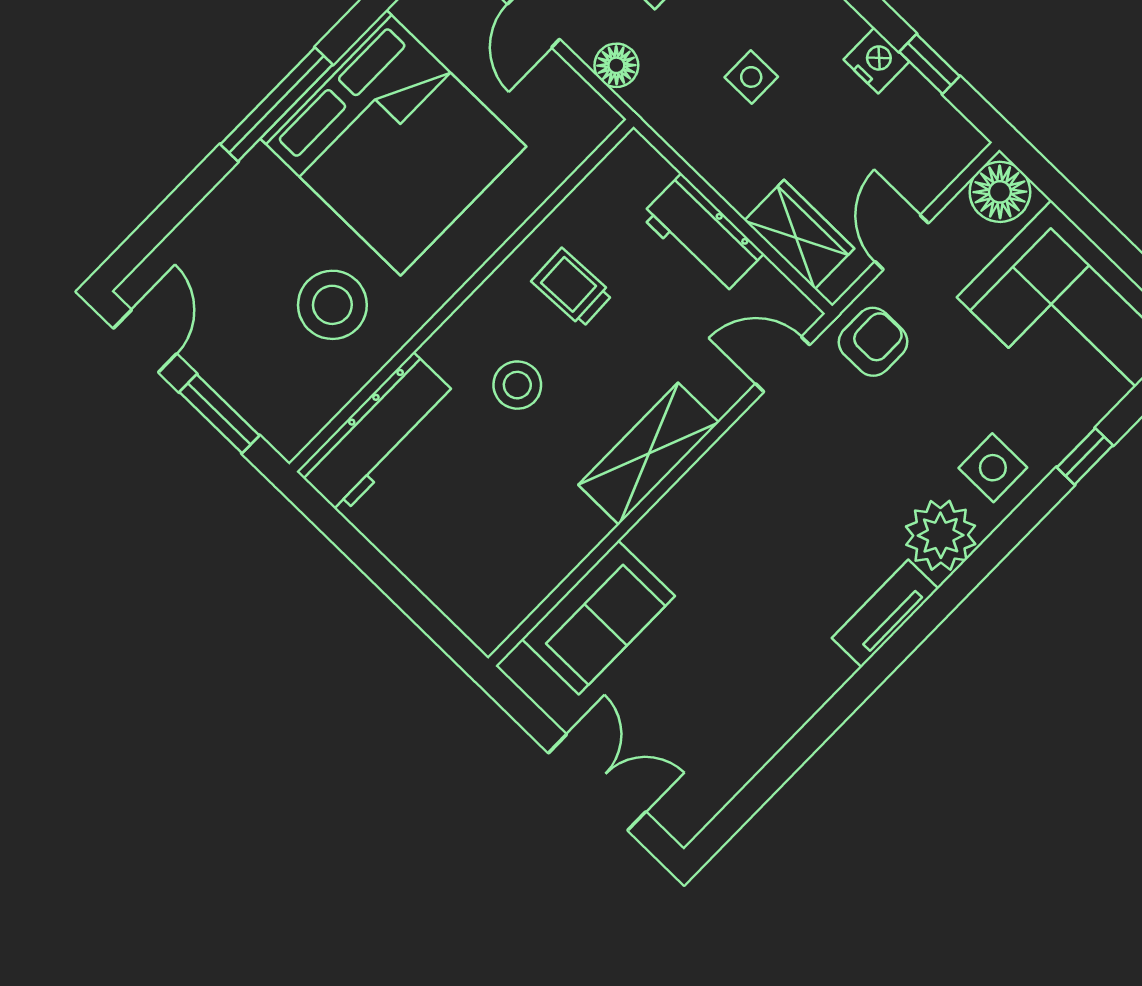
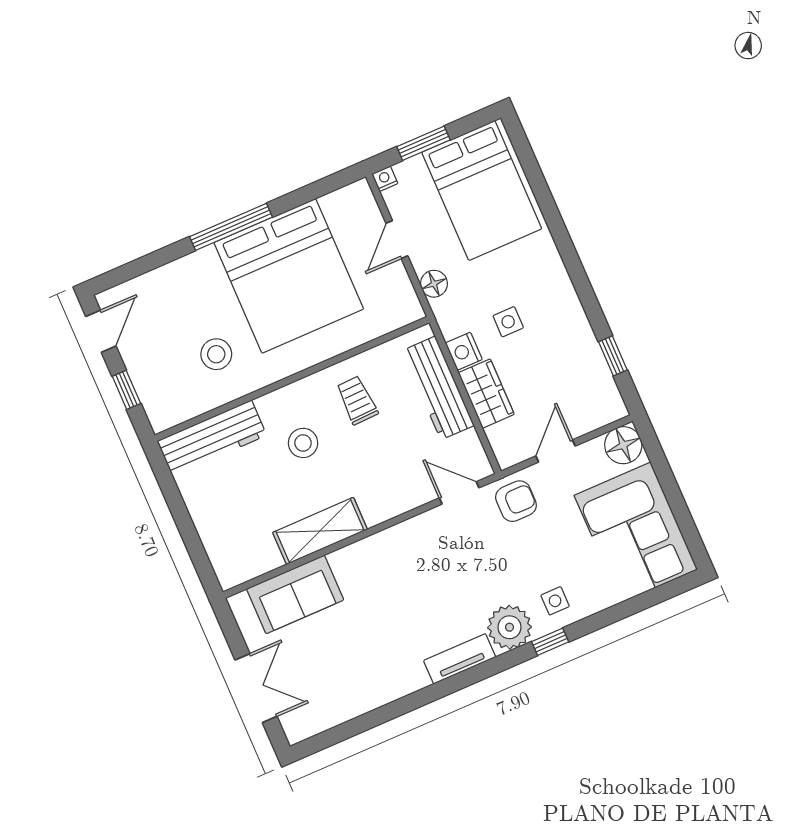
nightstand: (876, 61) -> (464, 351), moved, turned 180
wardrobe: (799, 234) -> (486, 394), moved
workbench: (702, 235) -> (438, 388), width x1.37
stool: (332, 305) -> (216, 354), width x0.73, depth x0.73
window: (219, 414) -> (126, 390), width x0.67
shelving: (649, 454) -> (320, 531), moved
window: (1085, 456) -> (550, 642), moved
side table: (993, 468) -> (555, 601), width x0.73, depth x0.73

